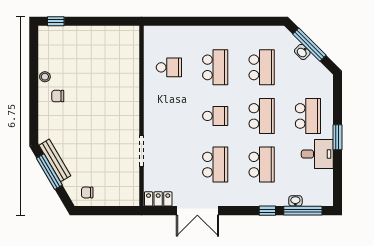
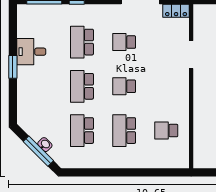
school desk: (308, 116) -> (40, 86), removed
school desk: (215, 165) -> (124, 42), width x0.54
washbasin: (295, 201) -> (51, 9), removed

